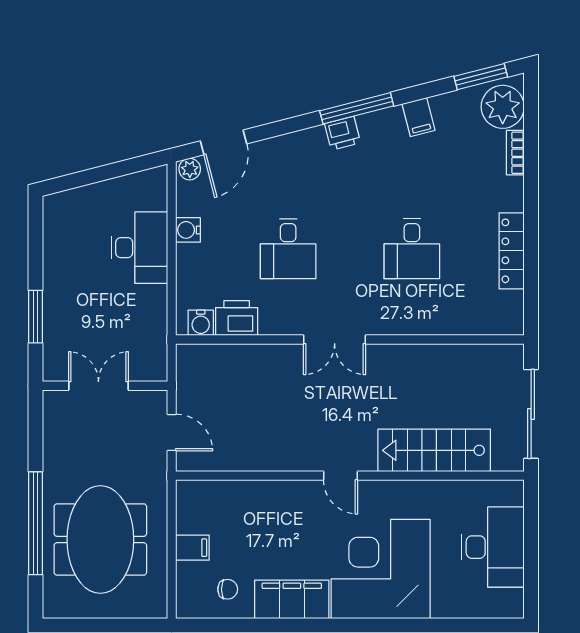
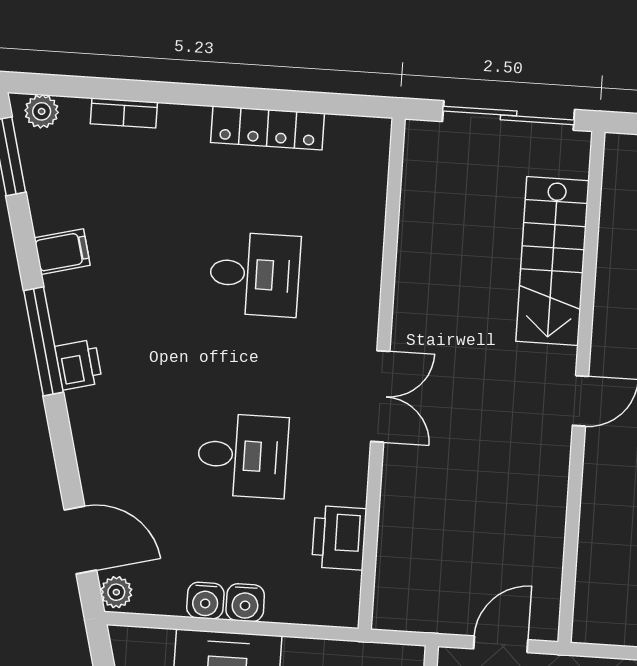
plant: (503, 107) -> (42, 111), width x0.53, depth x0.53
water cooler: (201, 323) -> (245, 603), moved, turned 90

